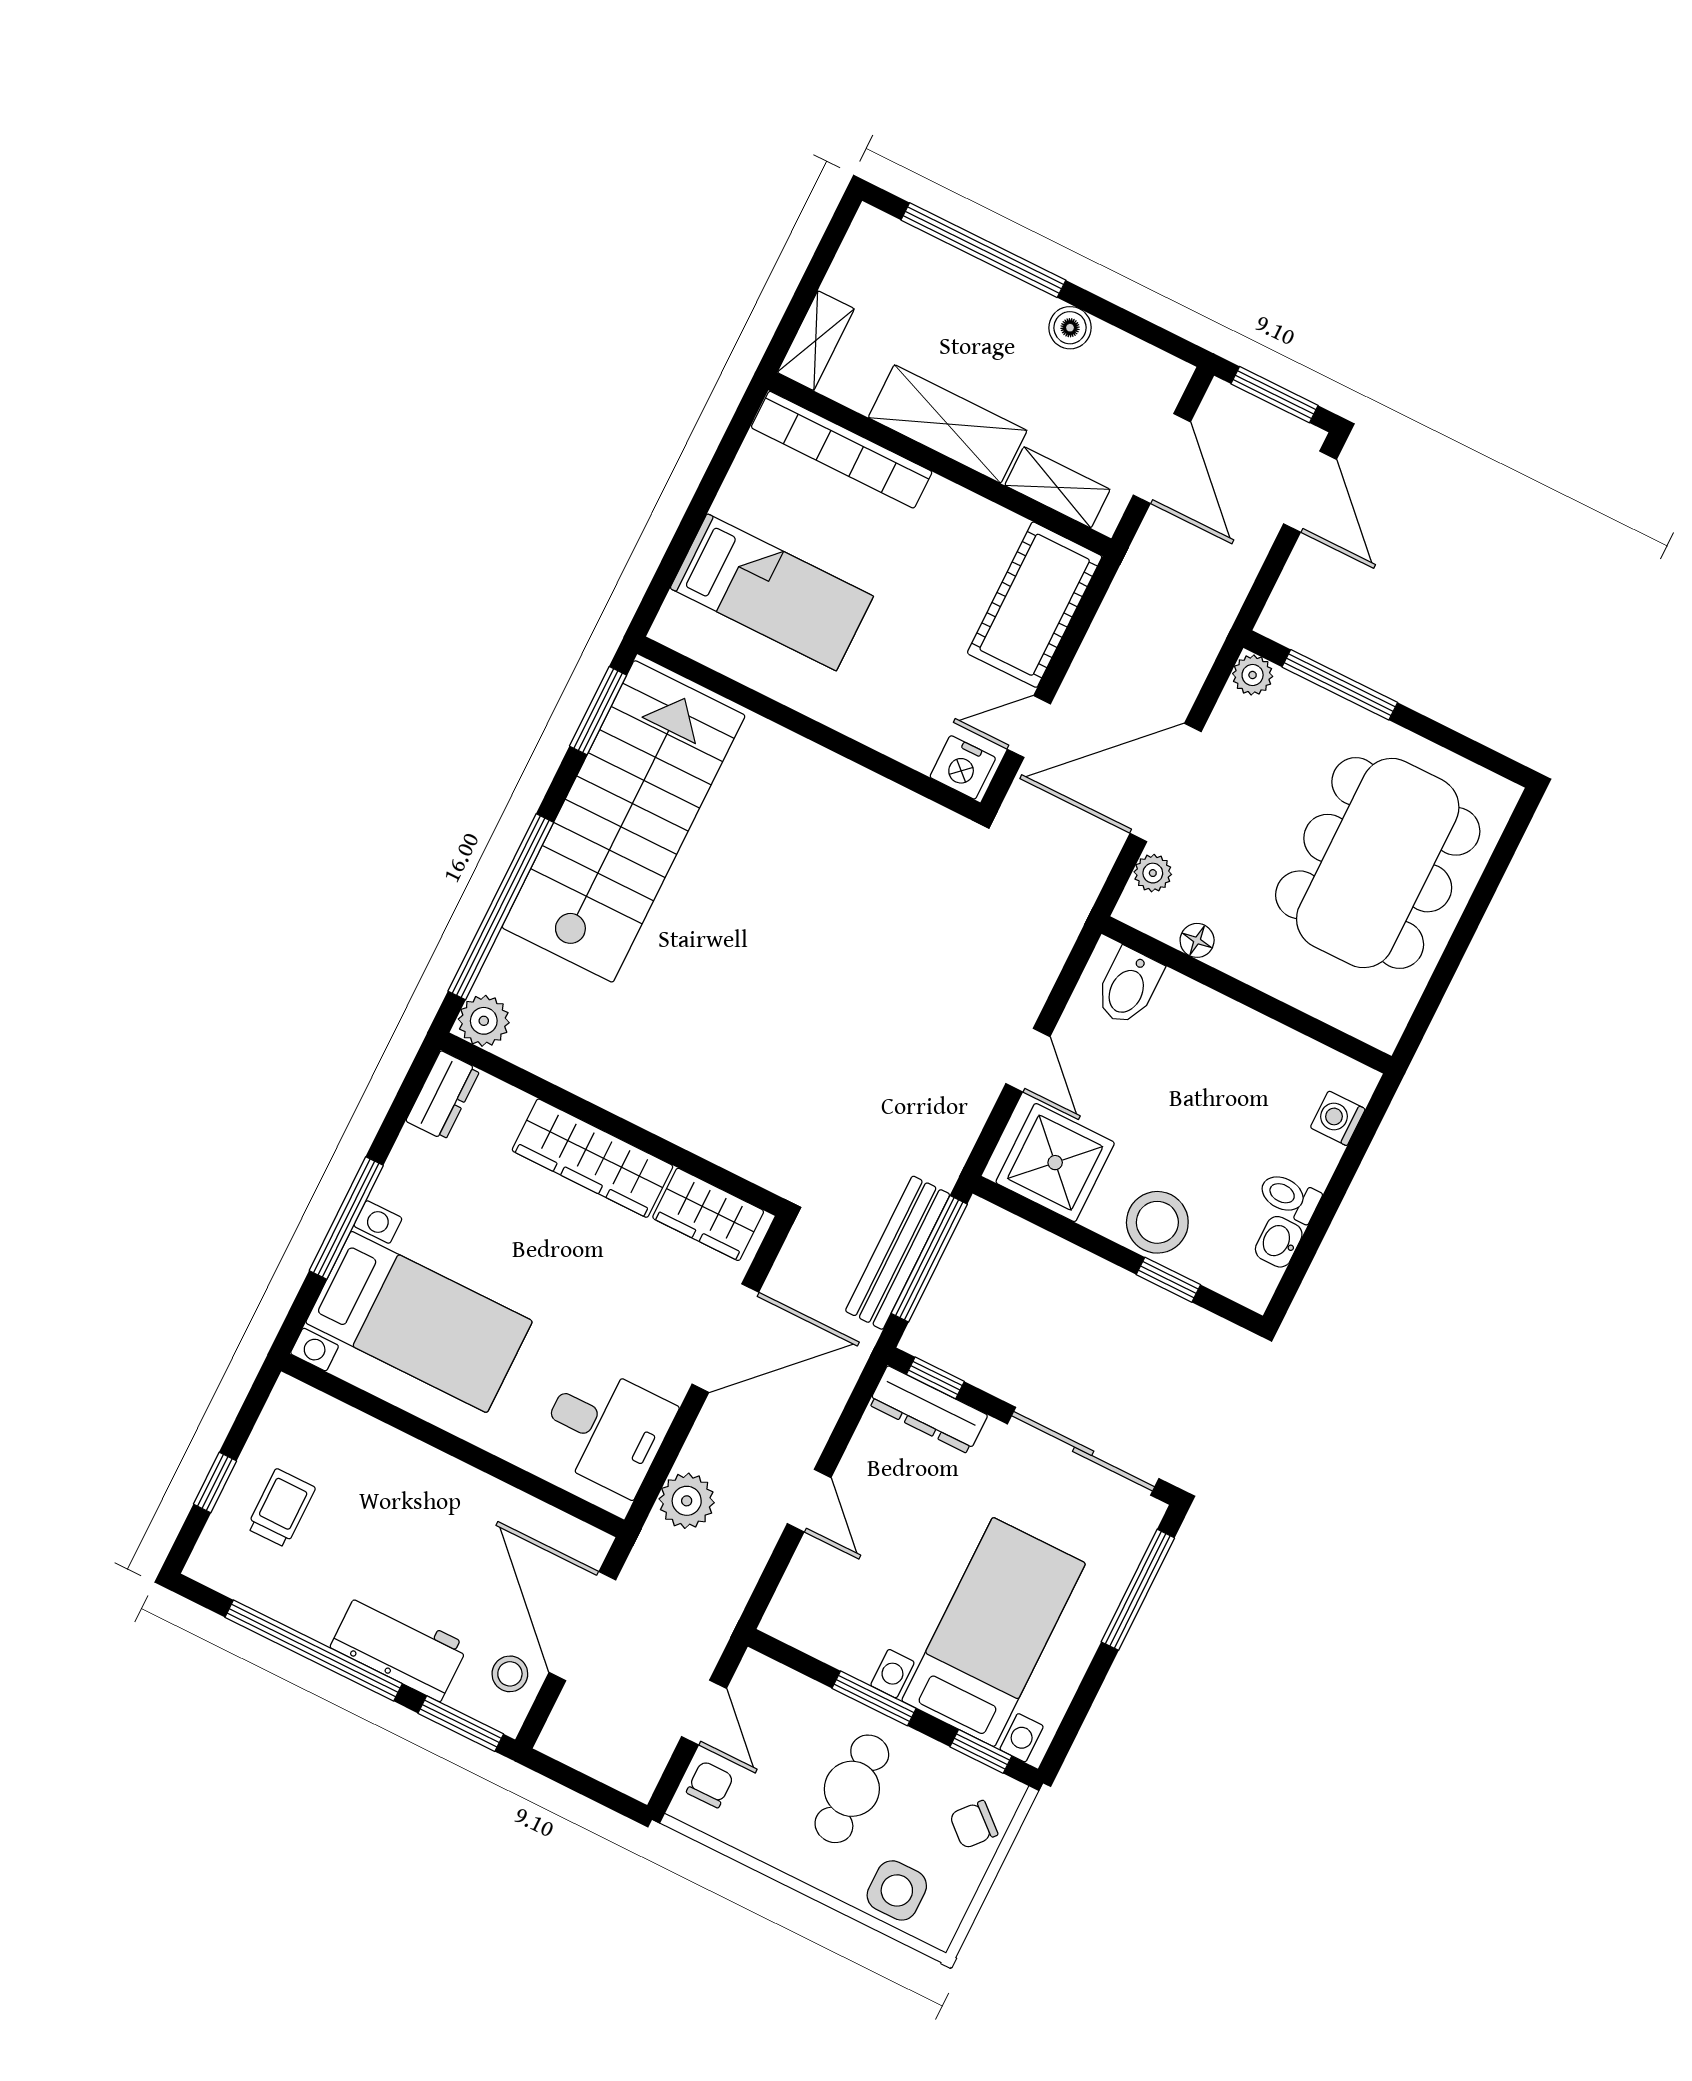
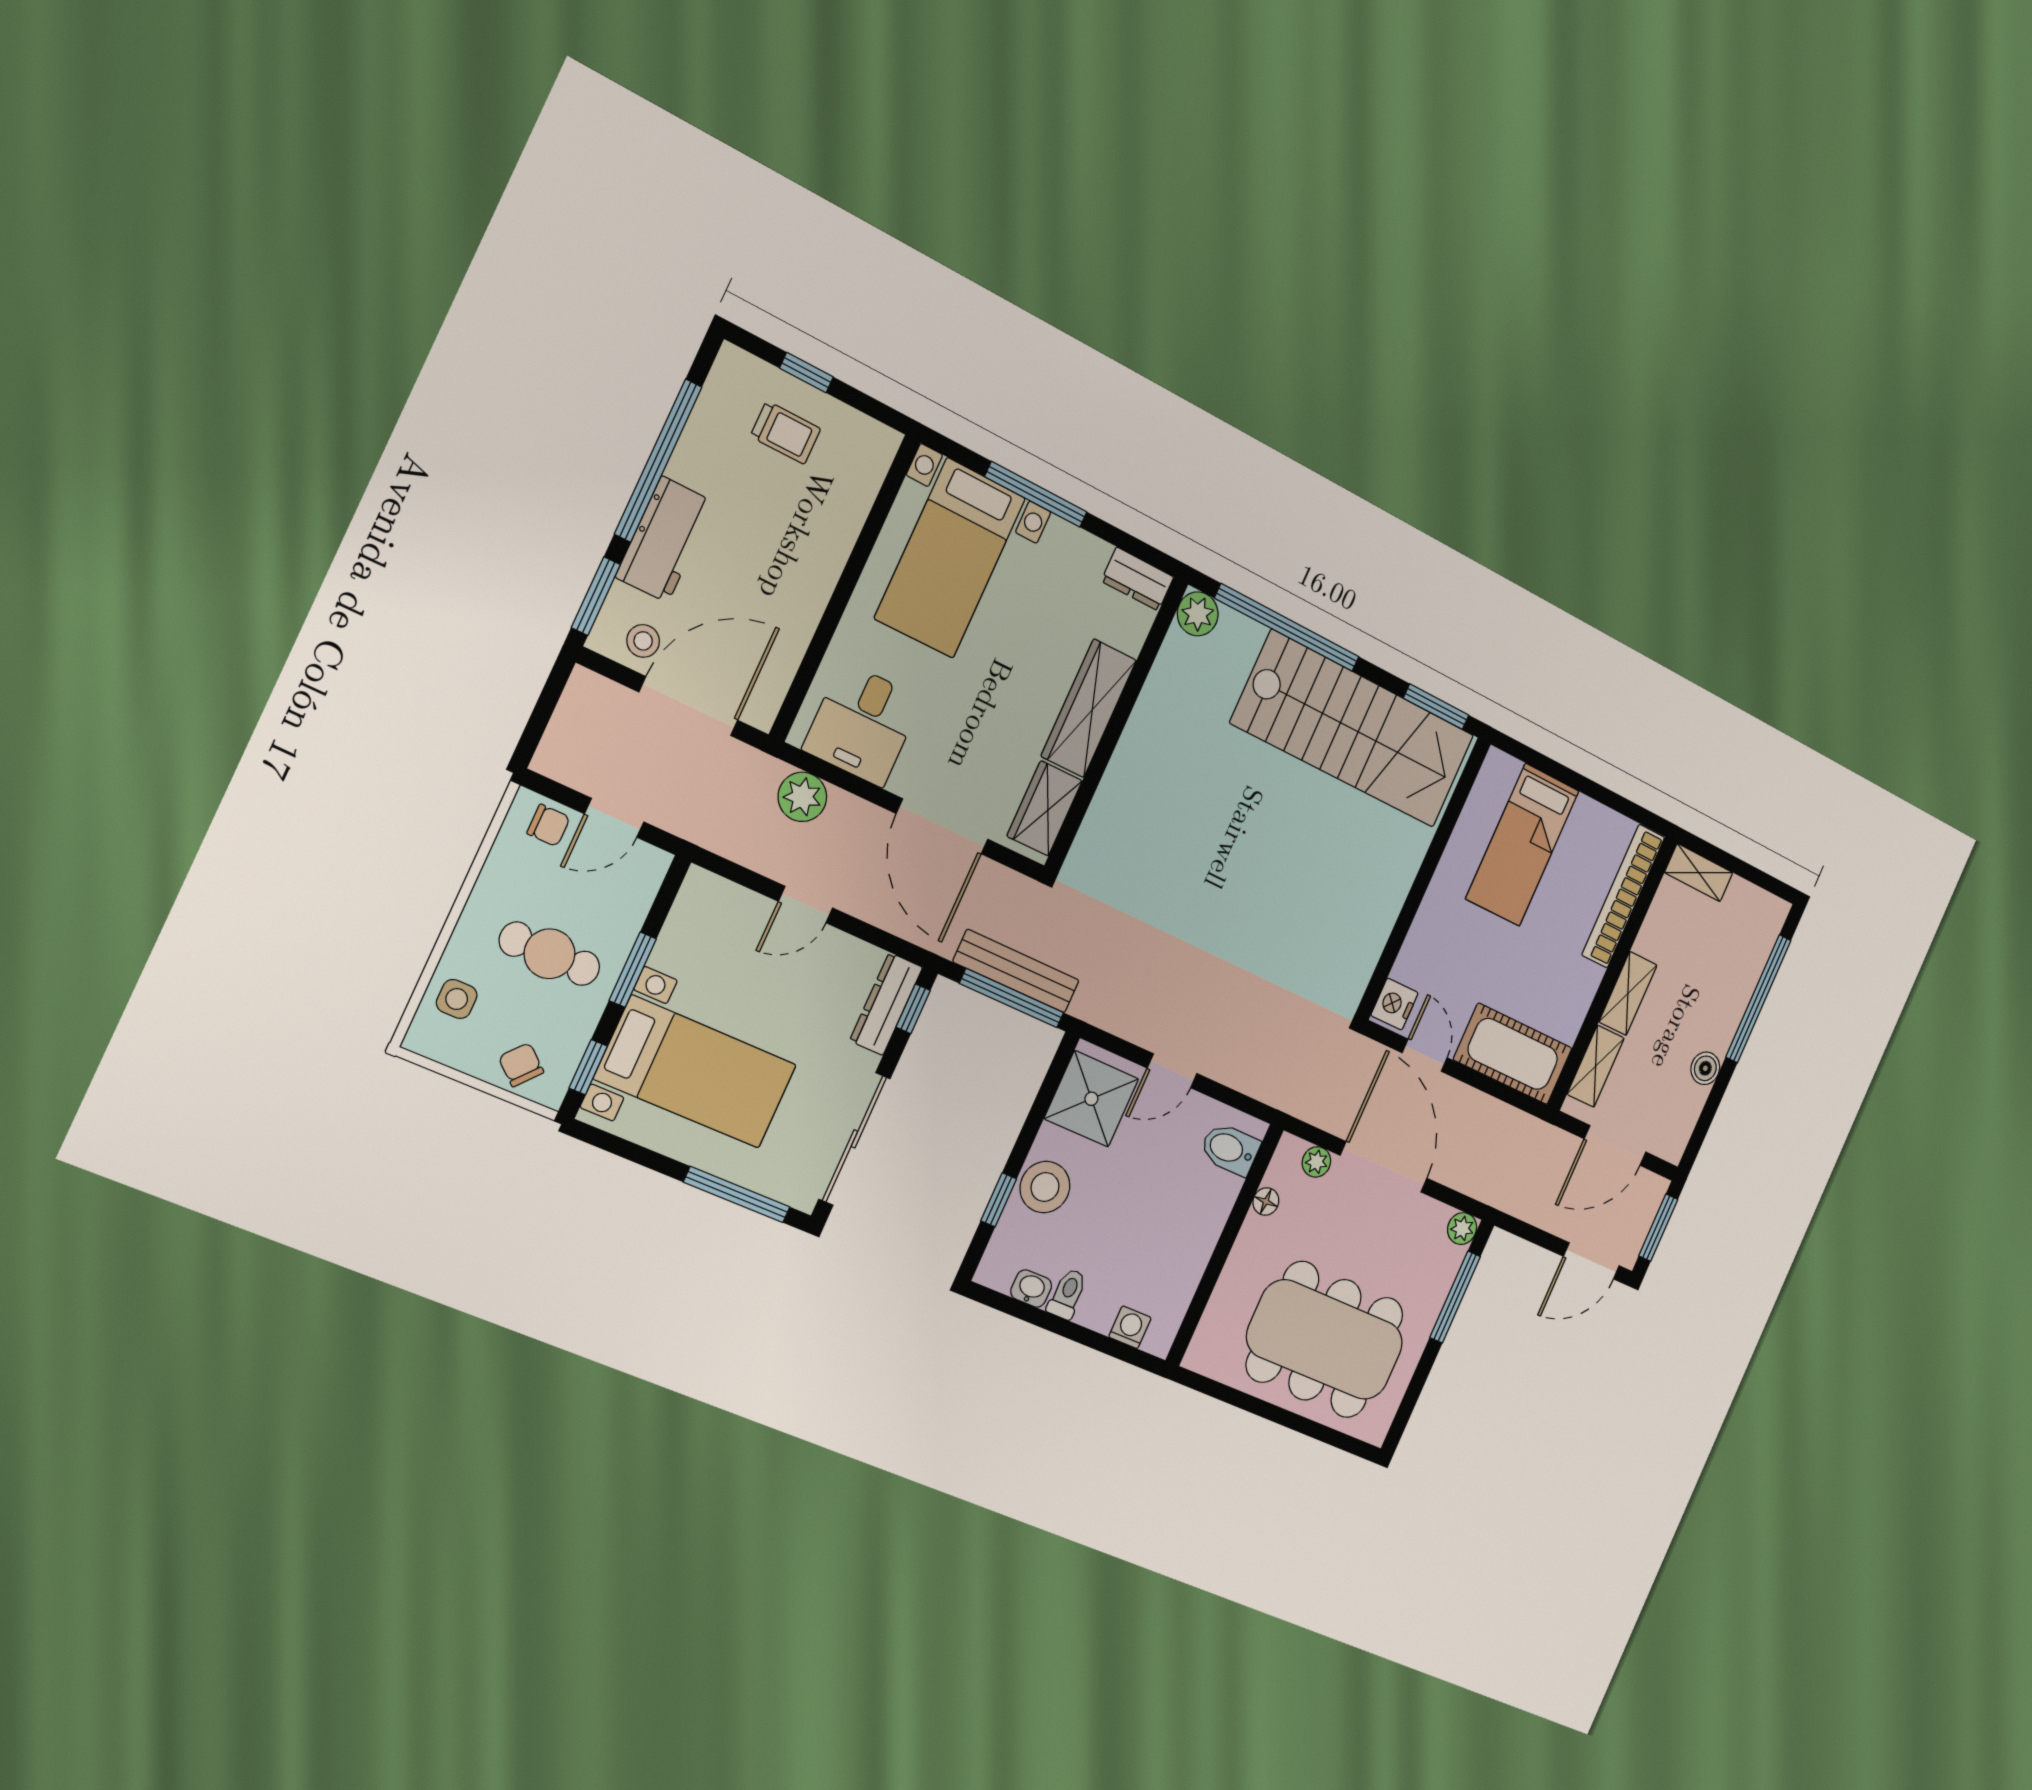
shelving: (948, 424) -> (1628, 993), width x0.67, depth x0.75
side table: (897, 1890) -> (457, 999), width x0.73, depth x0.73

